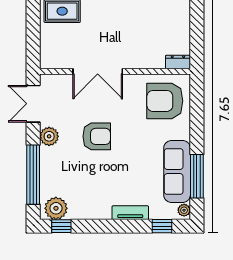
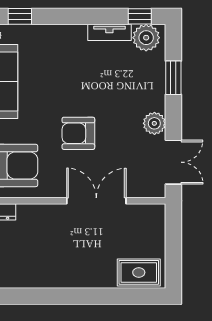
armchair: (97, 136) -> (78, 133), moved
window: (33, 175) -> (173, 78), width x0.47
tv unit: (130, 213) -> (109, 32), moved

